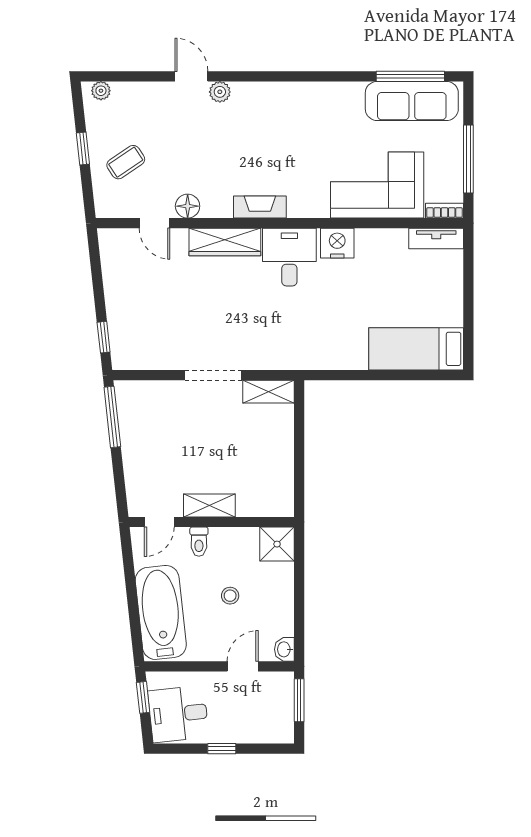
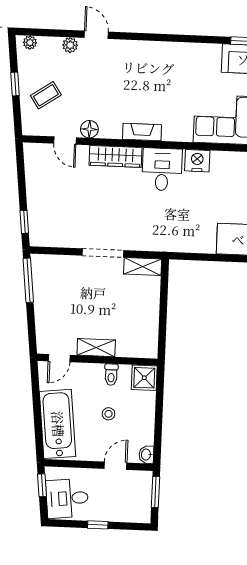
plant: (220, 92) -> (70, 45), moved
toilet: (199, 542) -> (111, 375), moved

